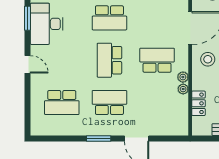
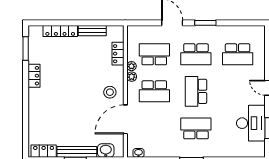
school desk: (109, 60) -> (196, 91), turned 180
school desk: (62, 103) -> (238, 54), turned 180
school desk: (157, 103) -> (154, 54), added

